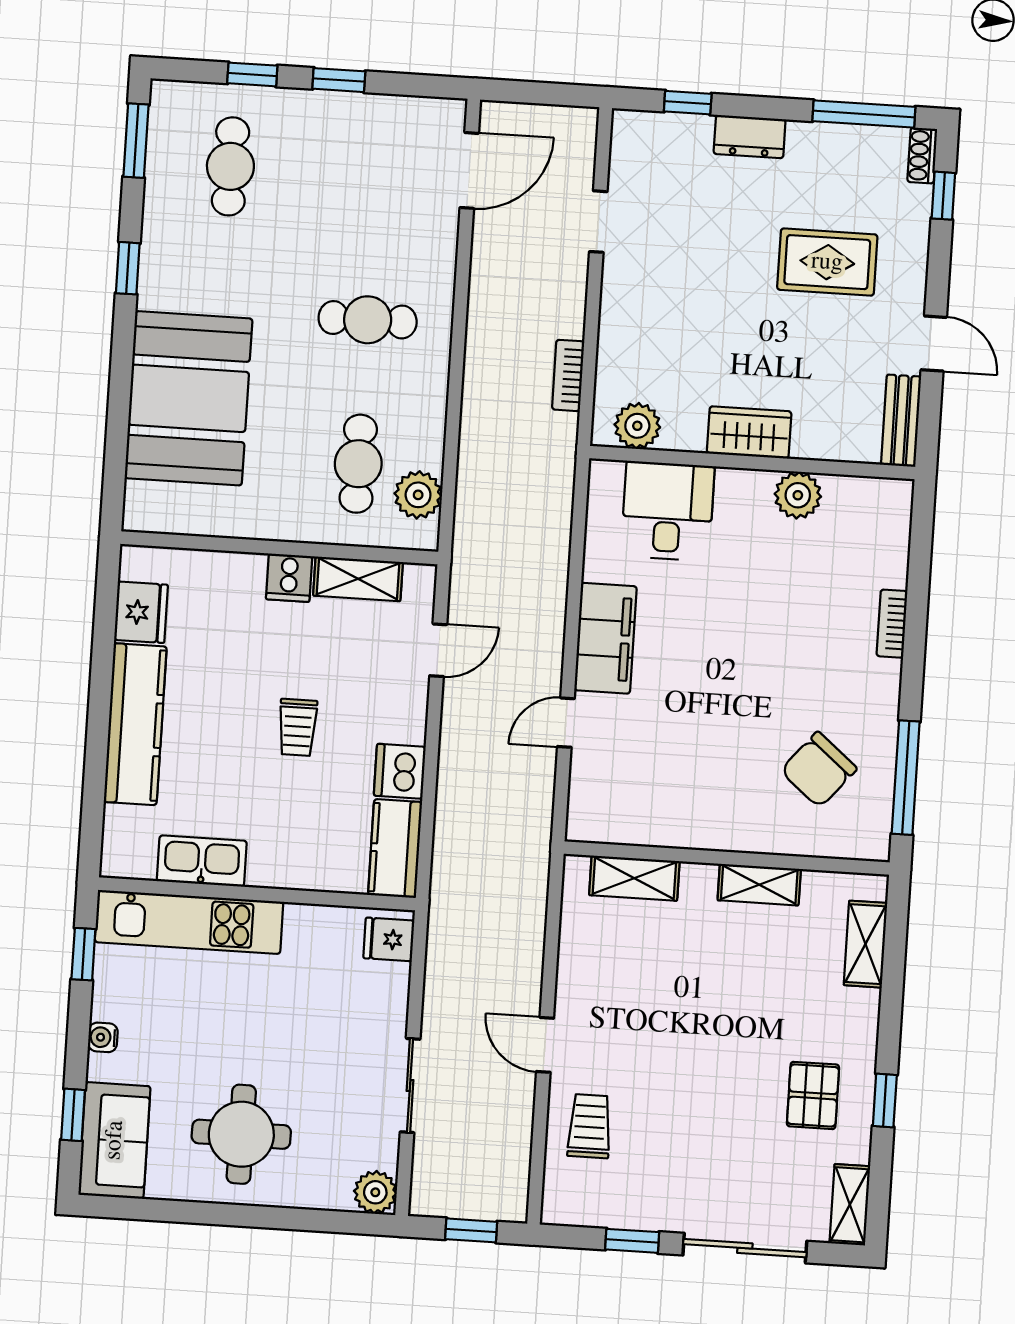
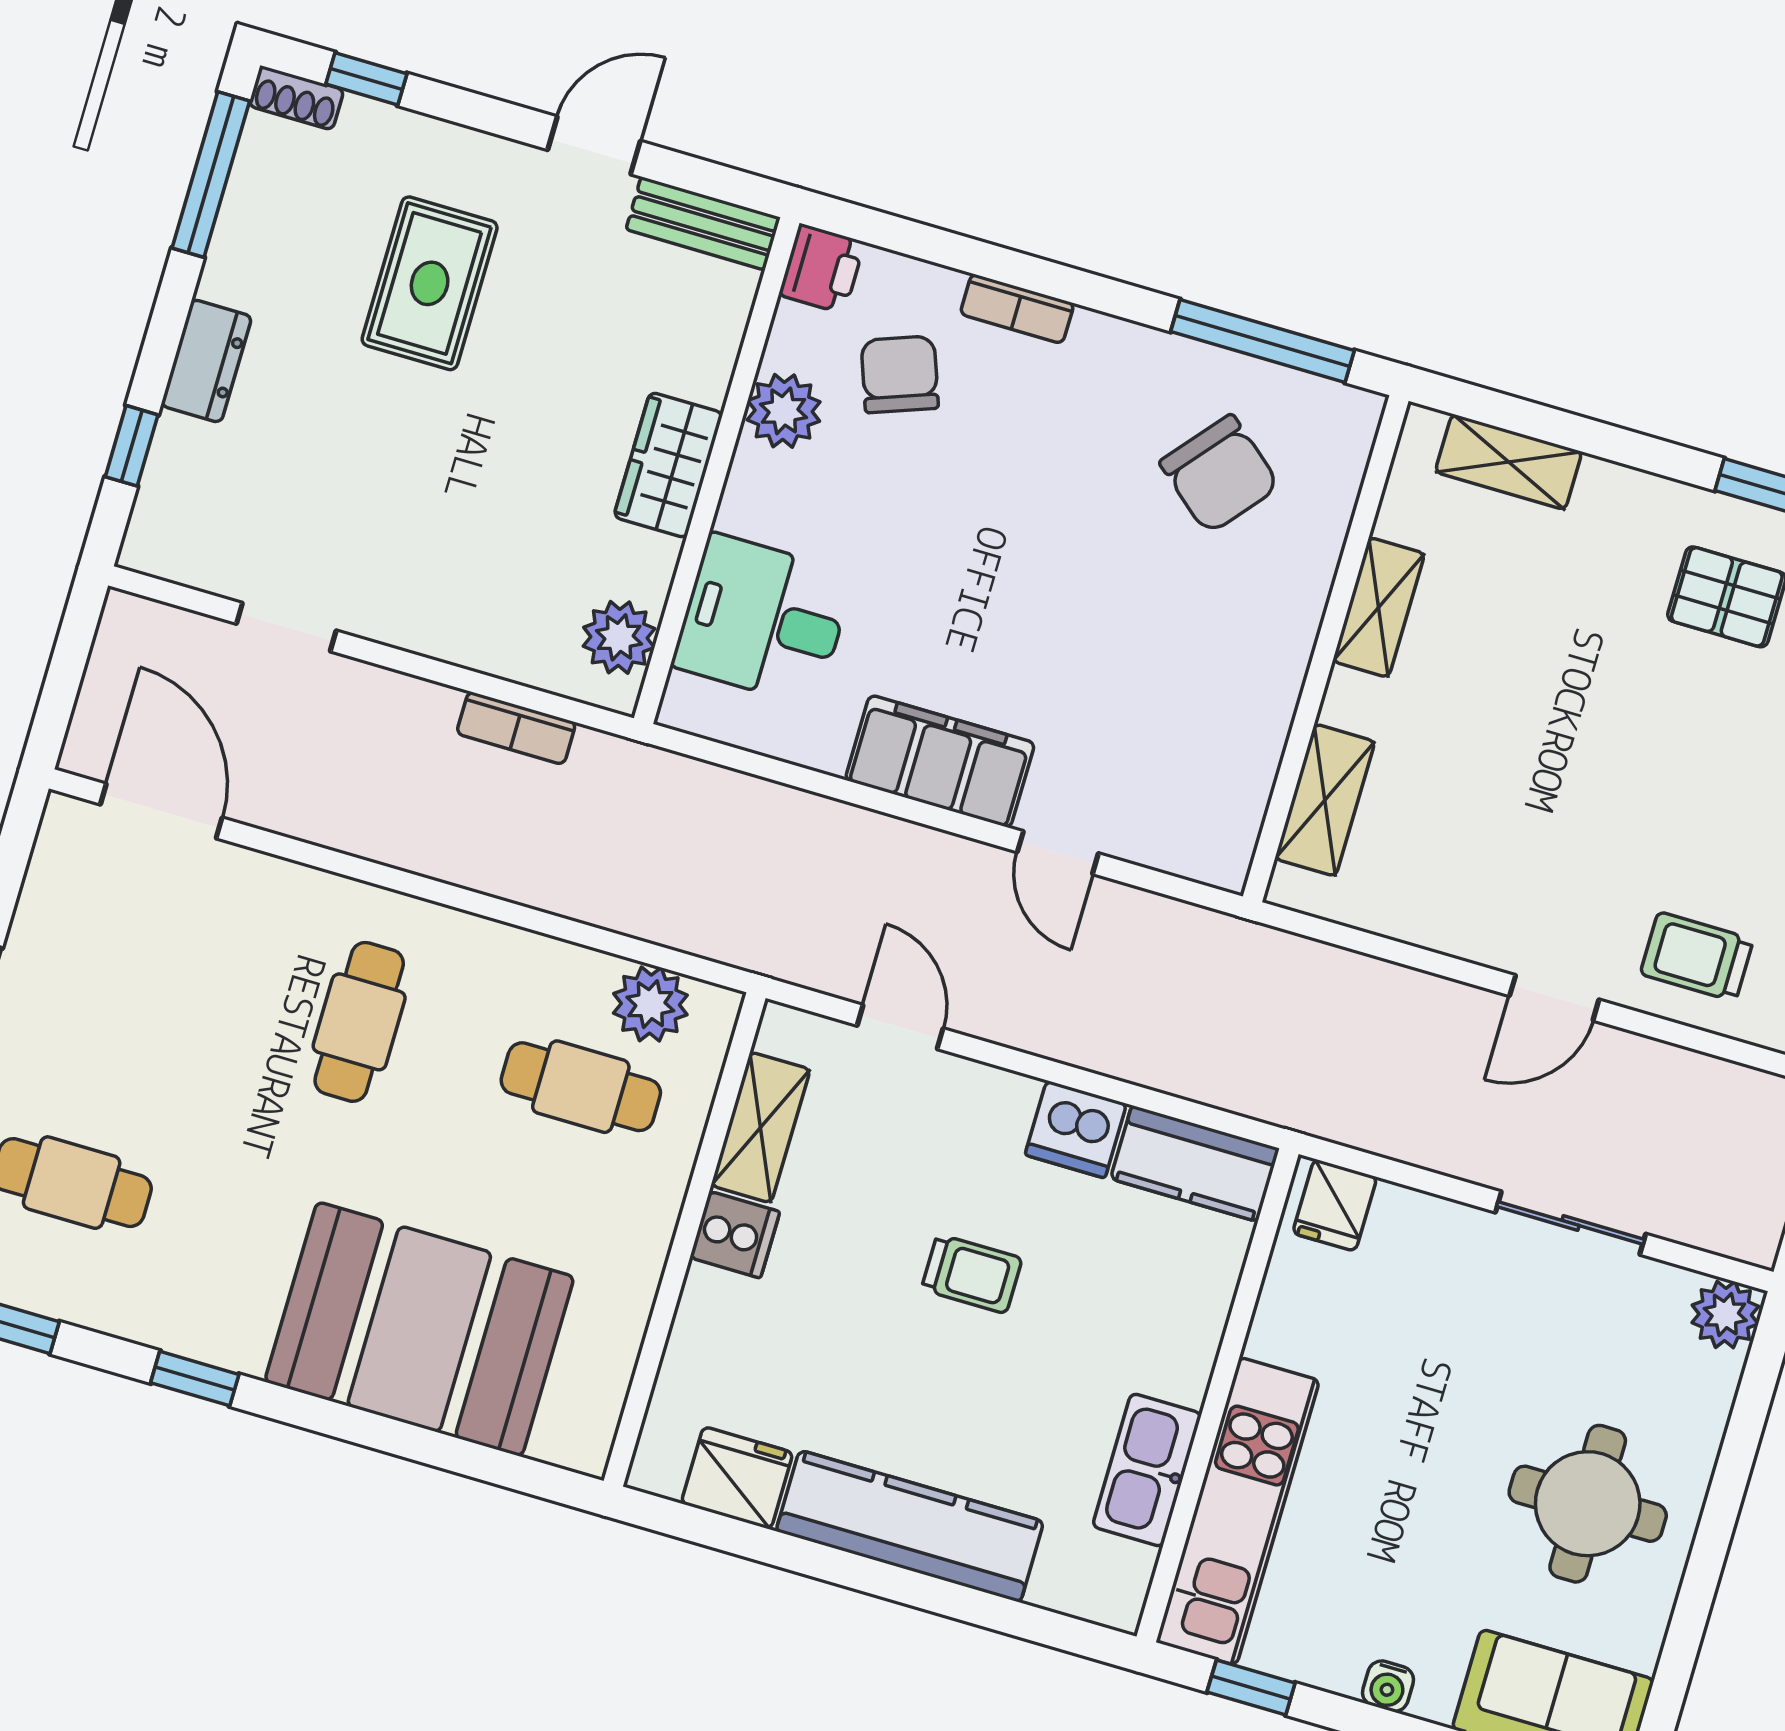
printer: (890, 499) -> (822, 269), added
chair: (836, 561) -> (900, 374), added

